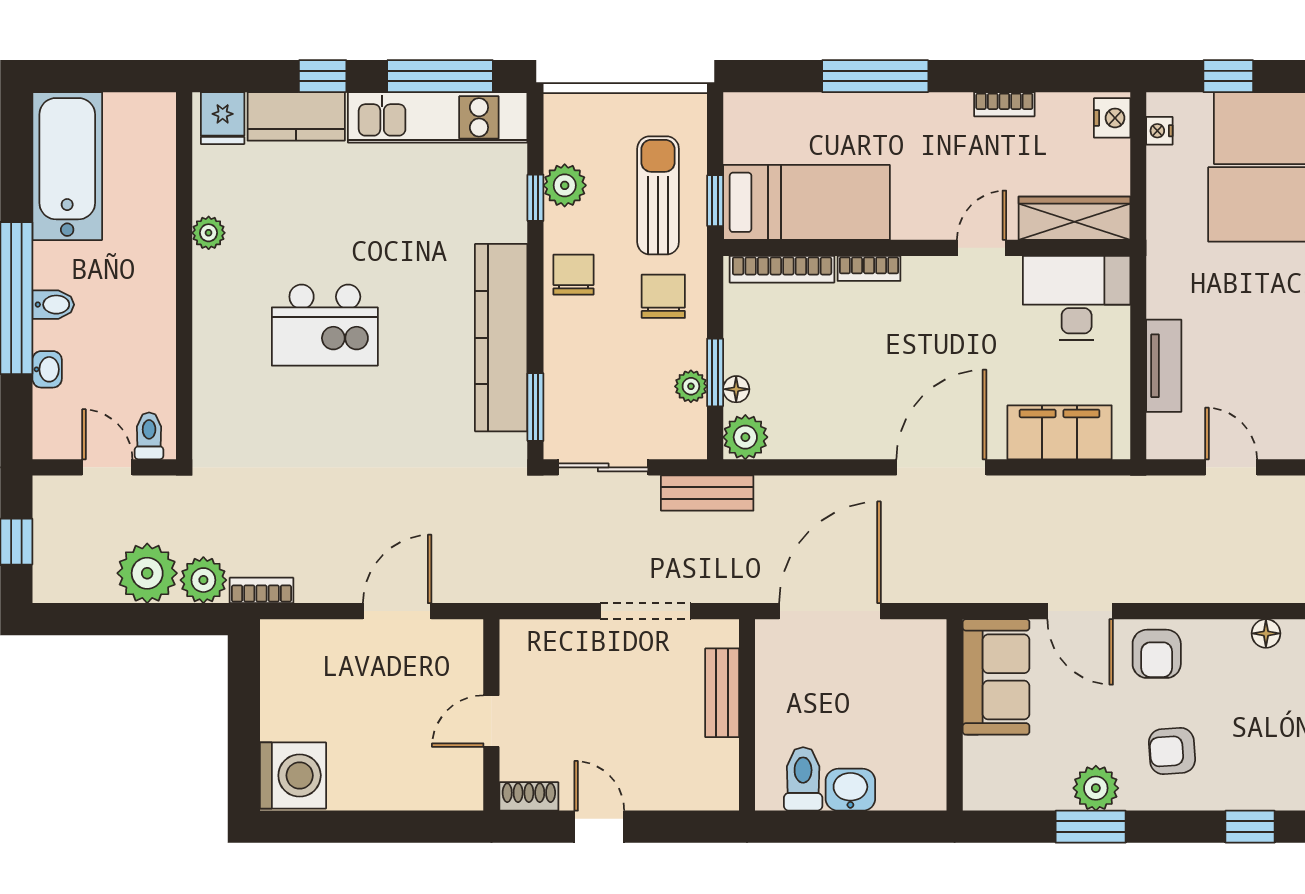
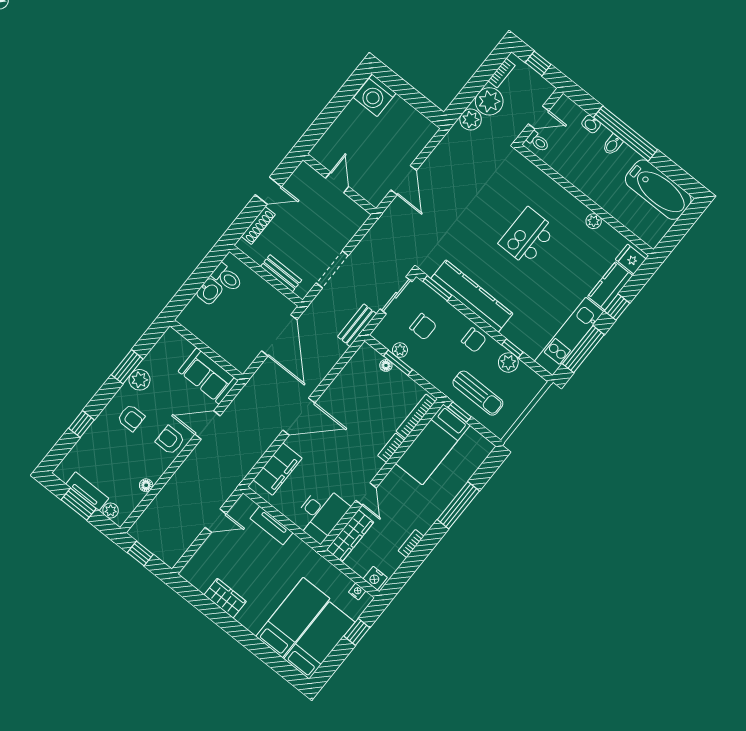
chair: (663, 296) -> (423, 327), moved
plant: (745, 437) -> (366, 355), removed
door: (941, 467) -> (299, 417), hinge flipped
bookcase: (261, 590) -> (502, 73), moved
armchair: (1172, 751) -> (131, 418), turned 94
shoe rack: (529, 796) -> (258, 225), moved, width x1.43

